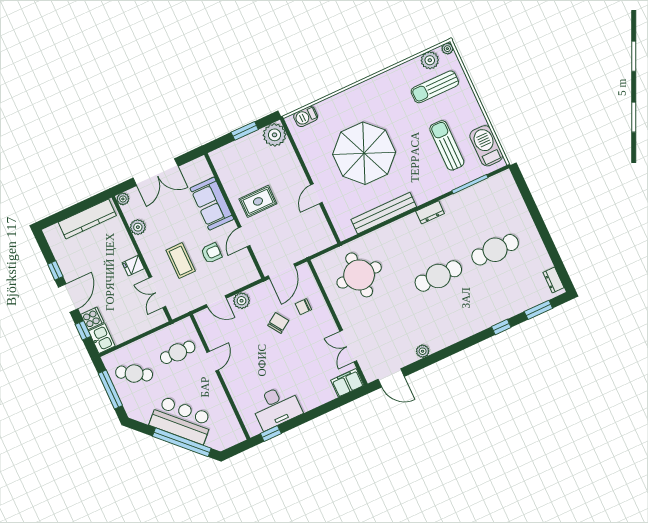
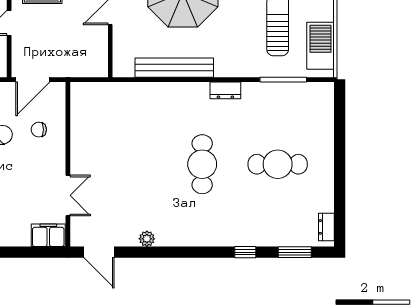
round table: (359, 275) -> (116, 123), removed
cafe table: (438, 276) -> (202, 164), turned 90
double door: (348, 346) -> (68, 195), swing flipped

